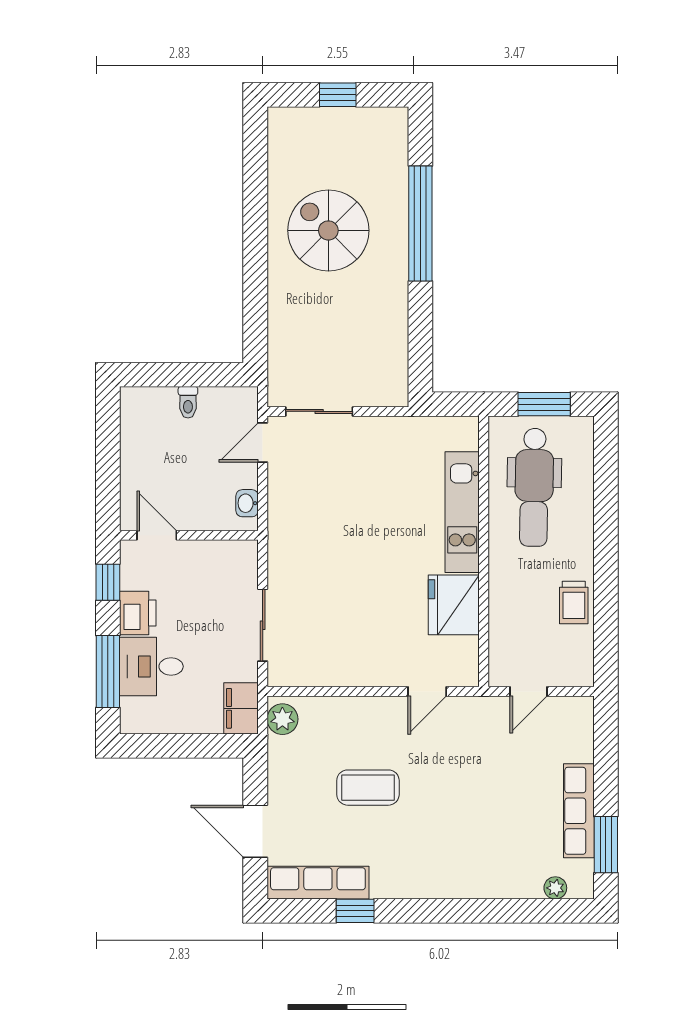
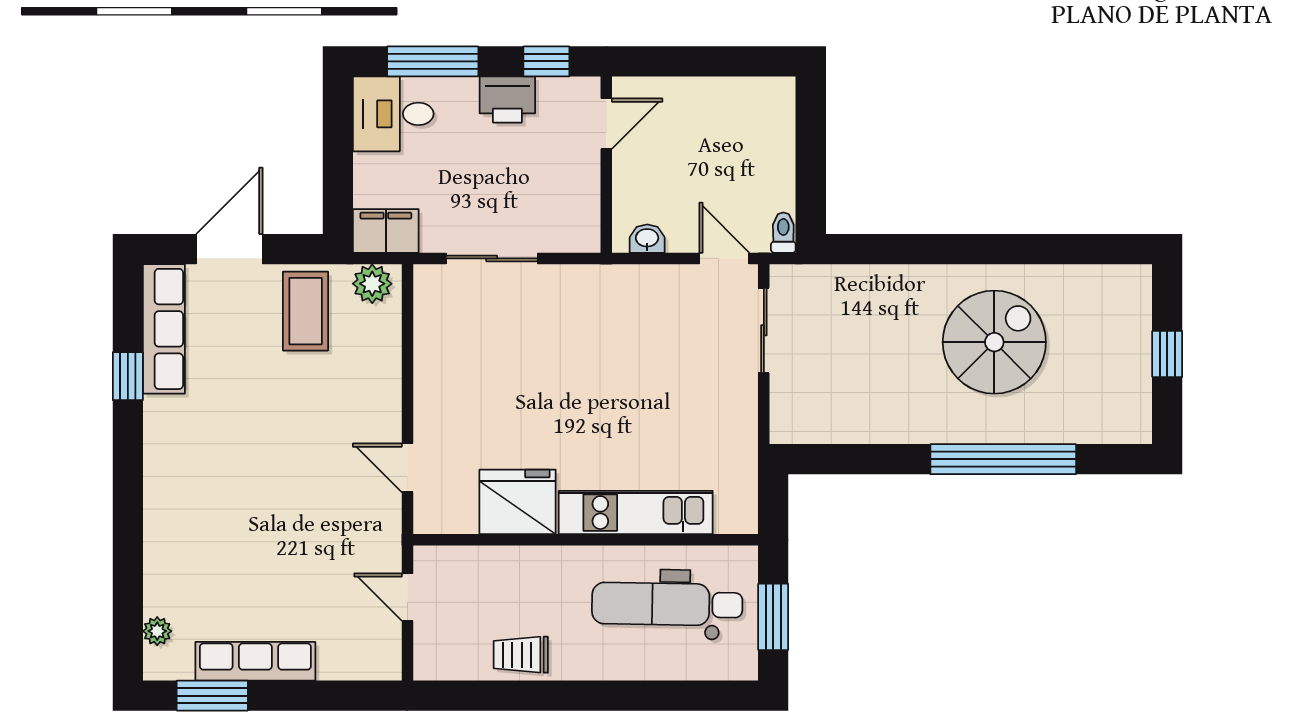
toilet: (188, 402) -> (783, 233), moved, turned 90
desk: (151, 666) -> (393, 114), moved, turned -90
coffee table: (368, 788) -> (306, 311), moved

